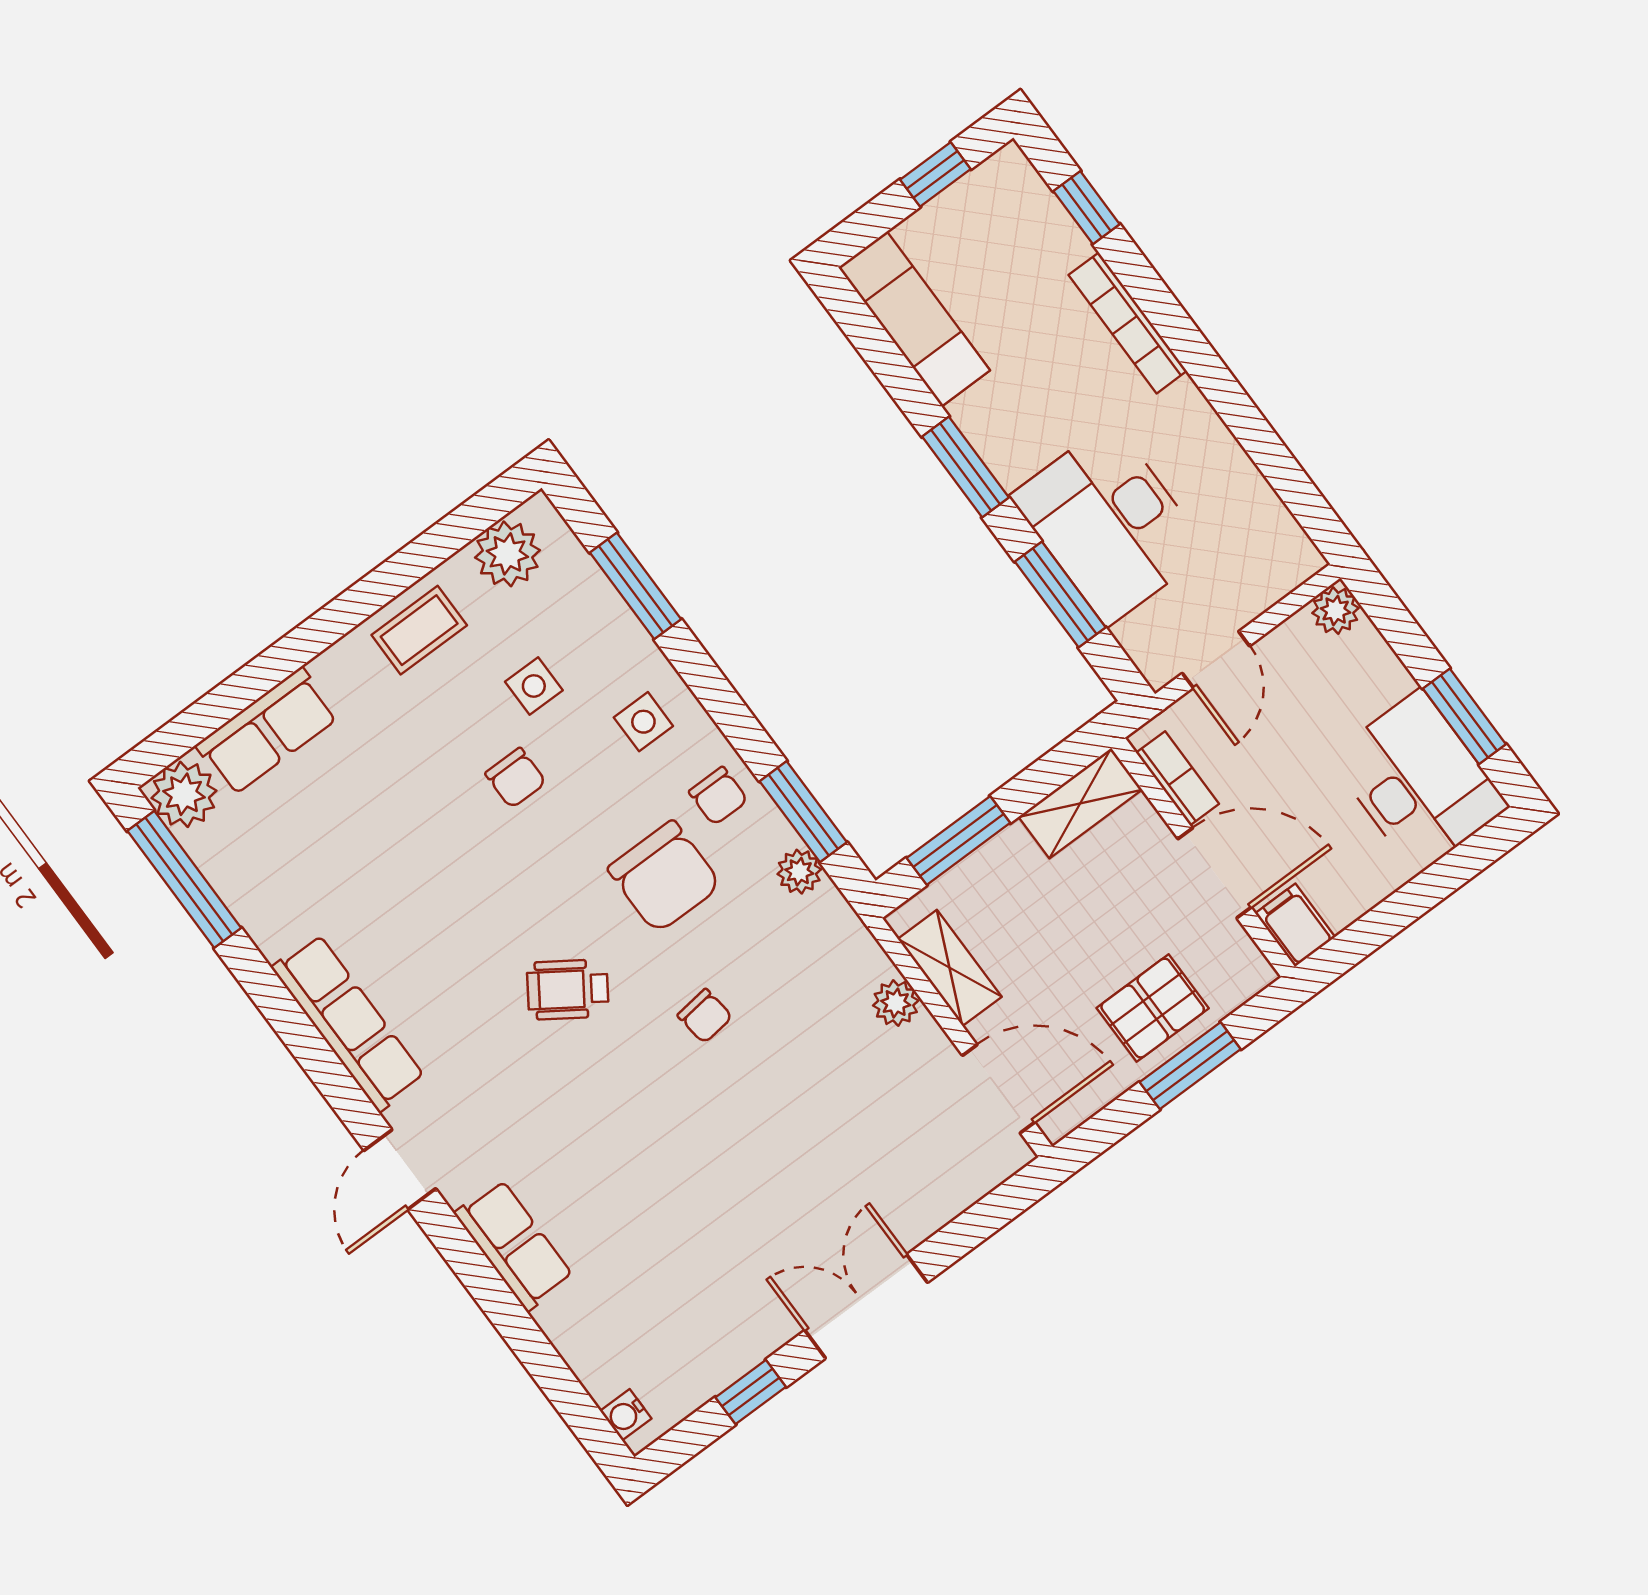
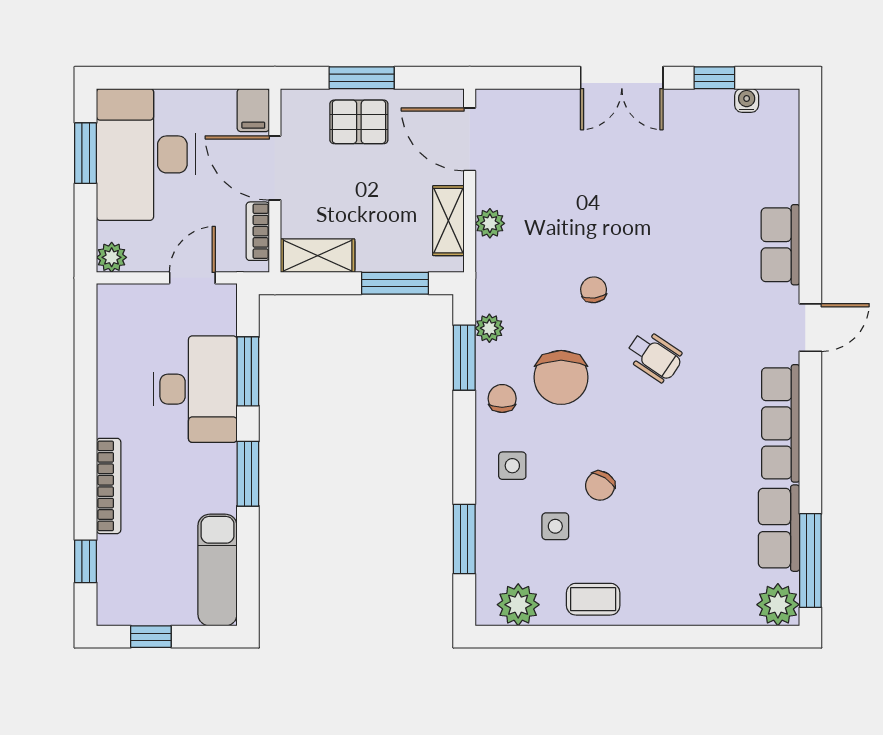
row of seats: (267, 731) -> (779, 528), moved, turned -90
chair: (516, 778) -> (600, 486), turned -147
desk: (1419, 782) -> (146, 154), width x1.36, depth x1.30
chair: (665, 877) -> (561, 377), turned 180
water cooler: (626, 1415) -> (747, 100), moved, turned -90

